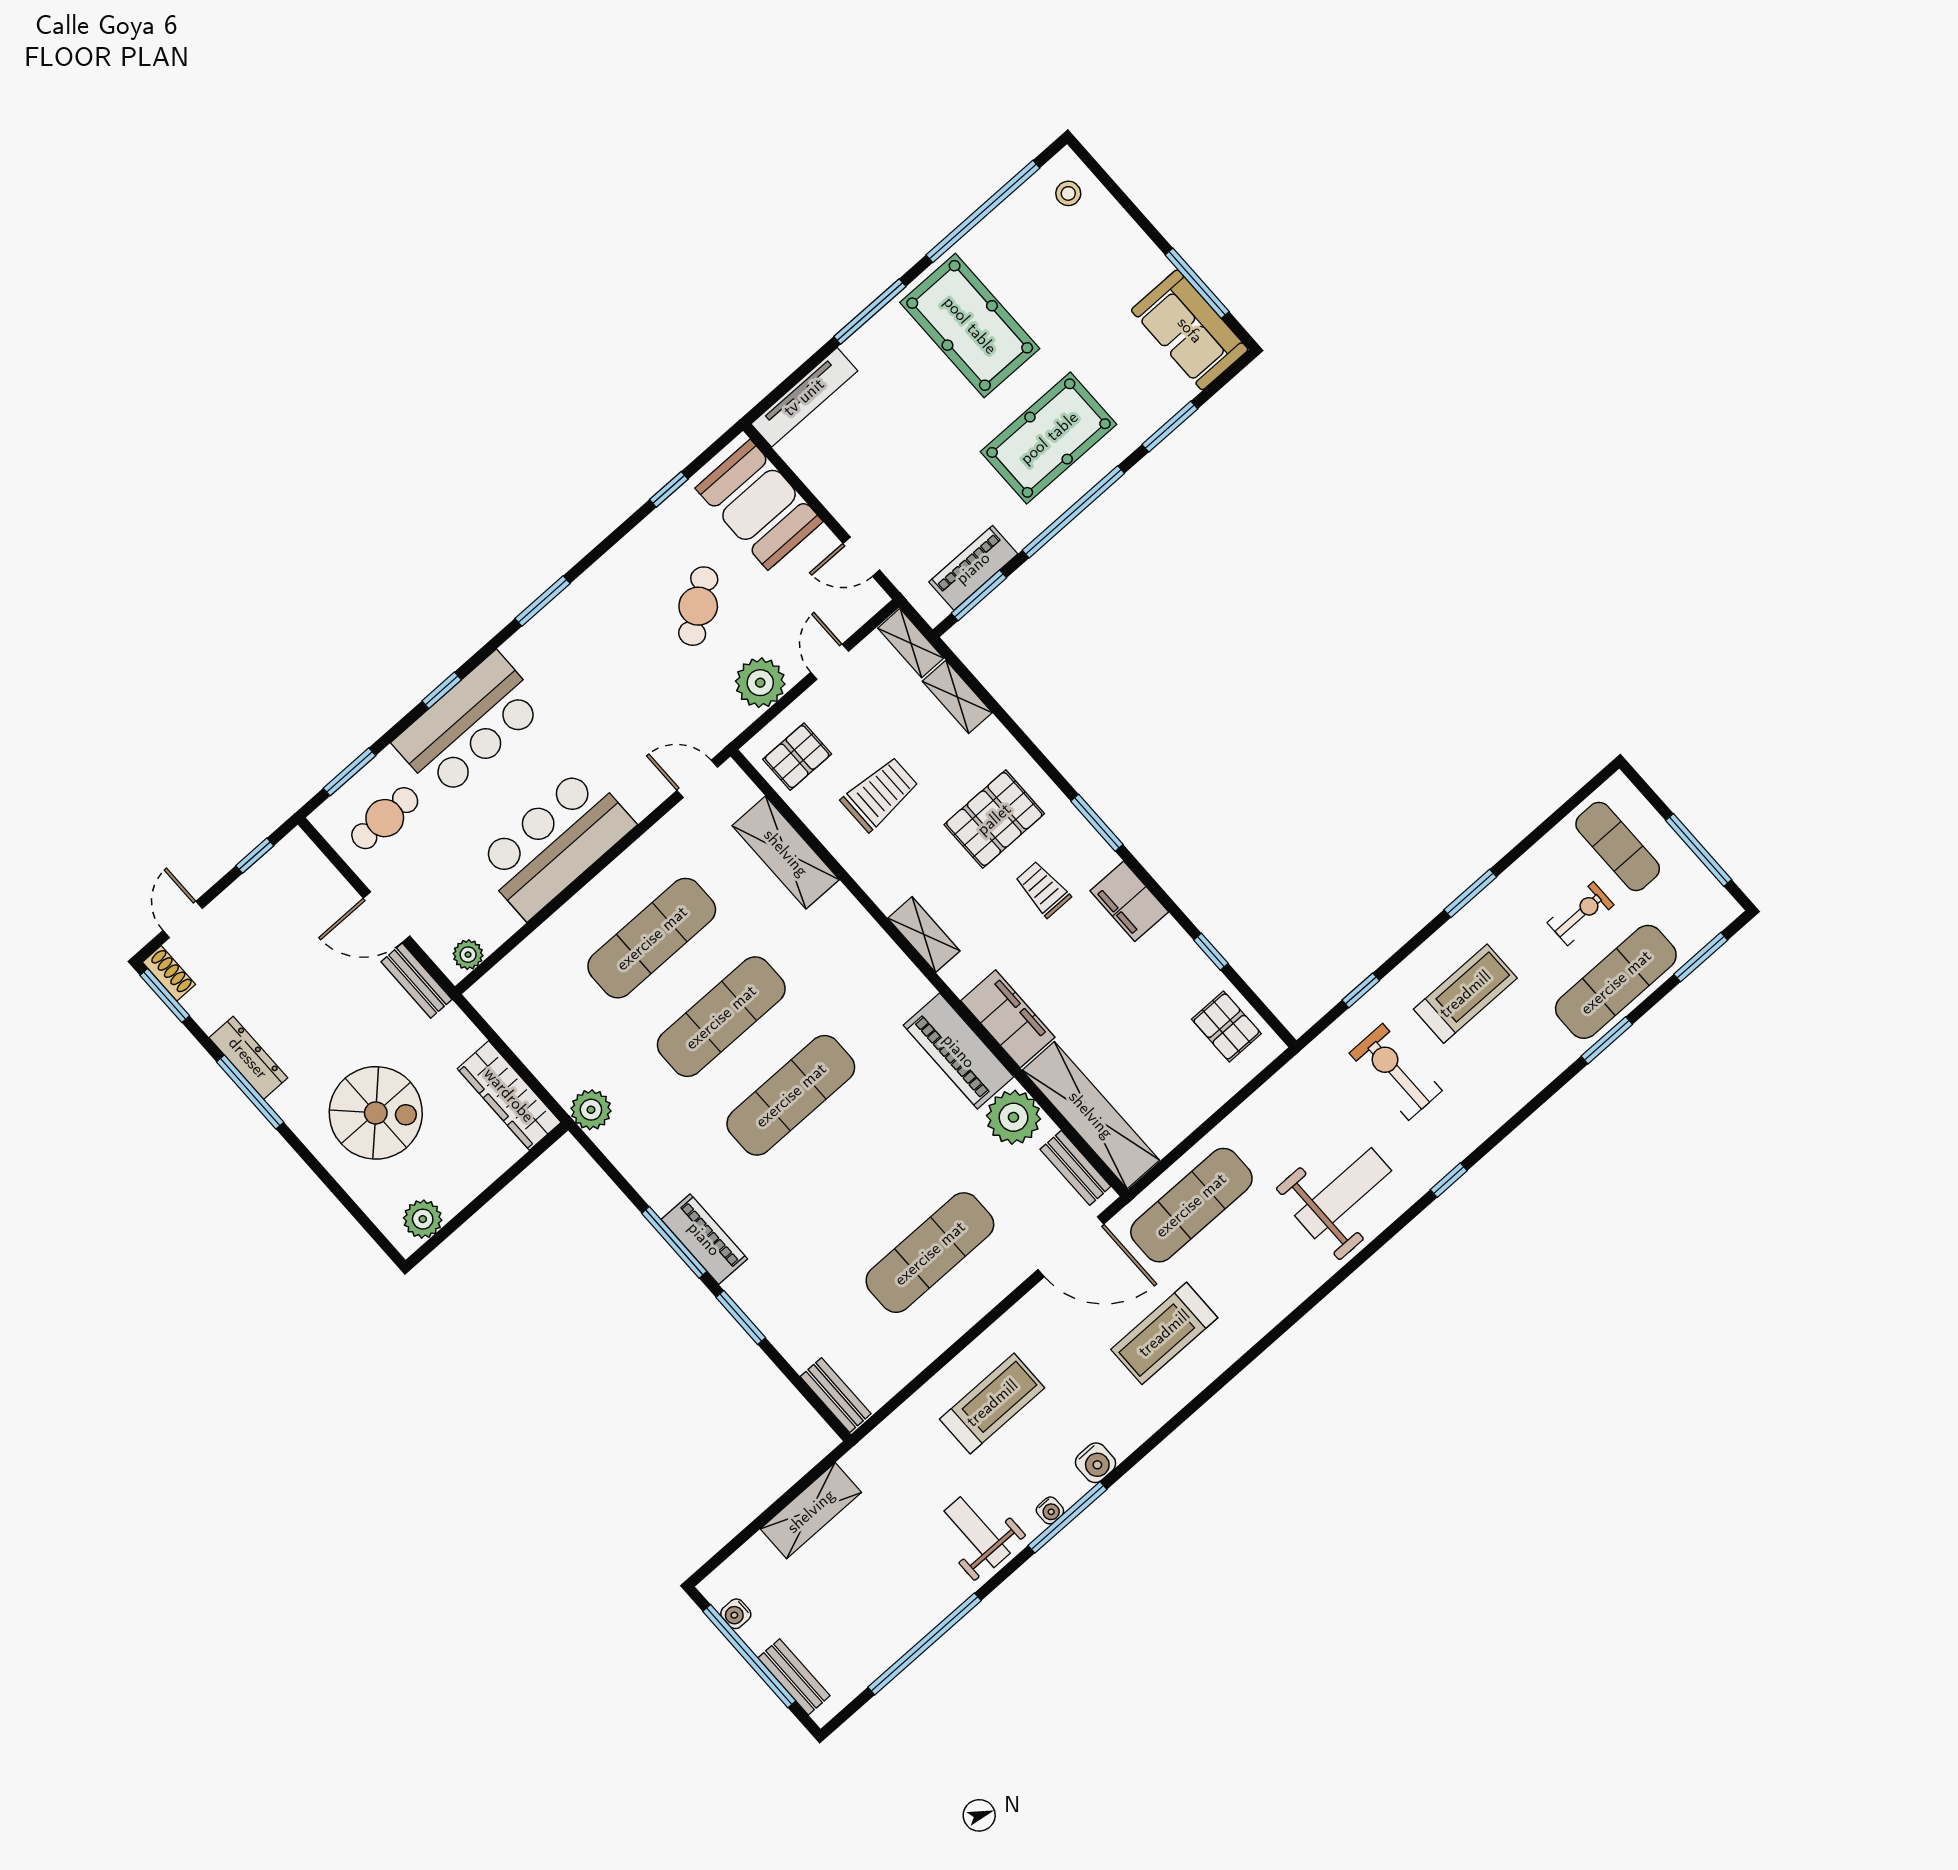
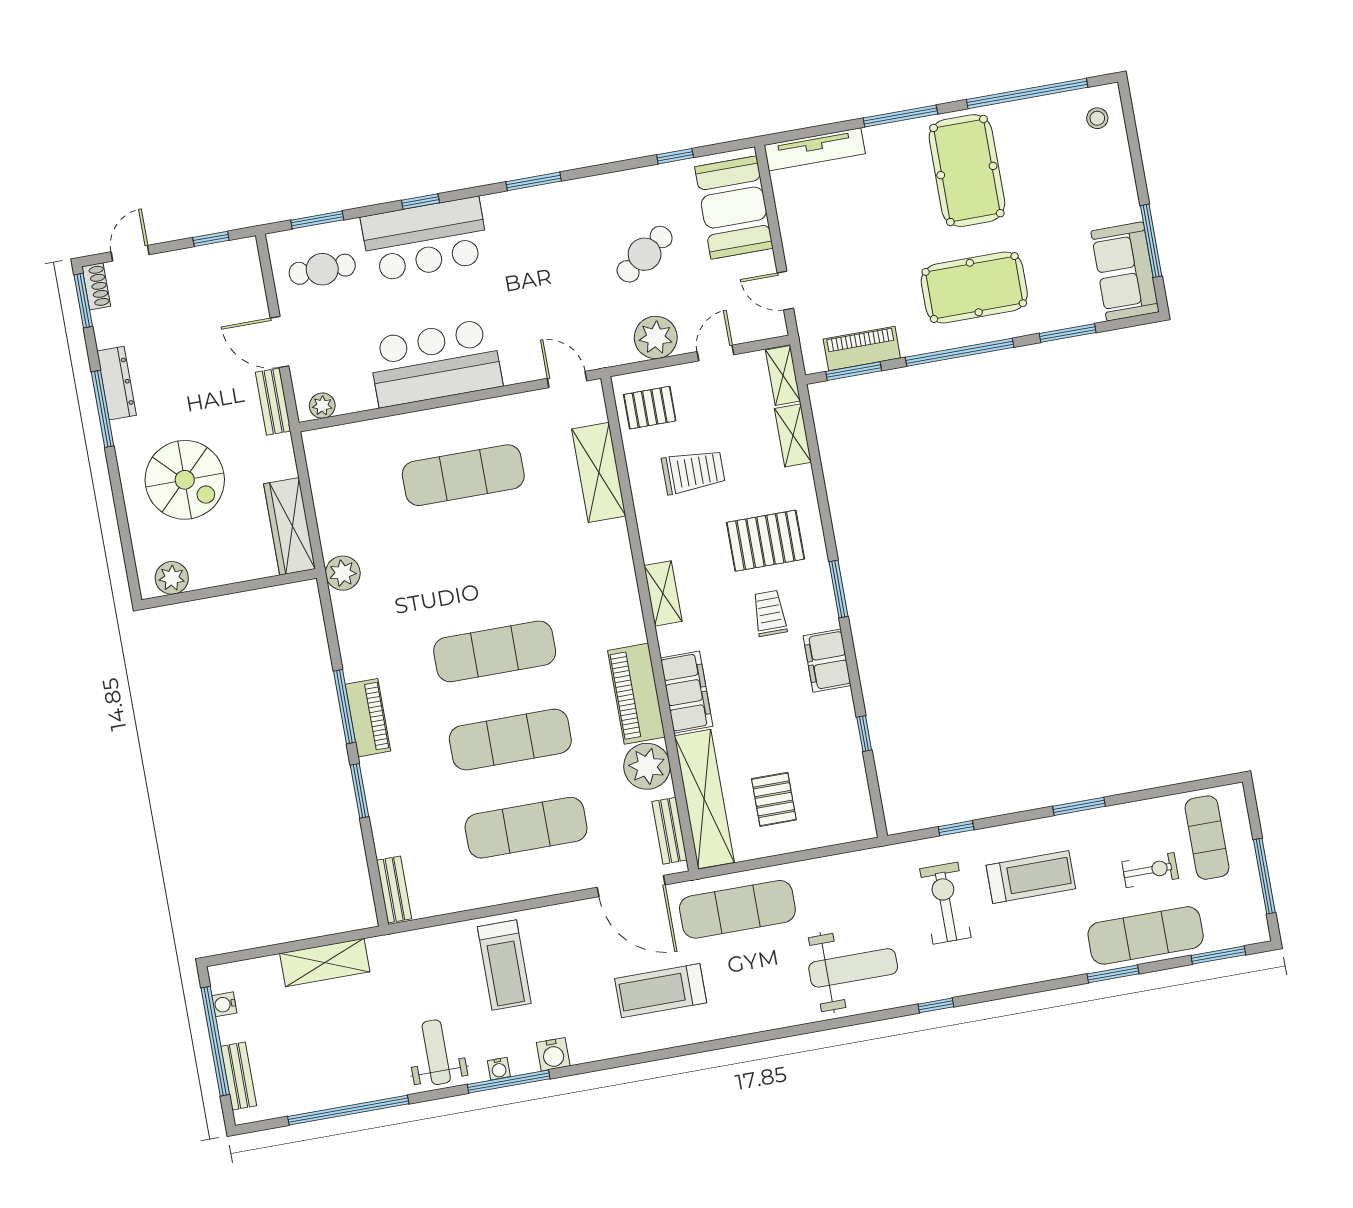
exercise mat: (721, 1017) -> (510, 740), moved
pallet: (1226, 1026) -> (774, 799), moved
treadmill: (992, 1403) -> (504, 965), turned 90

